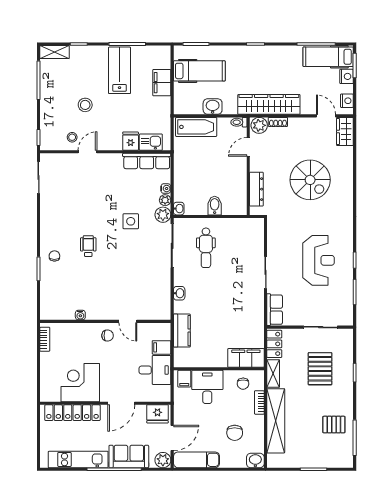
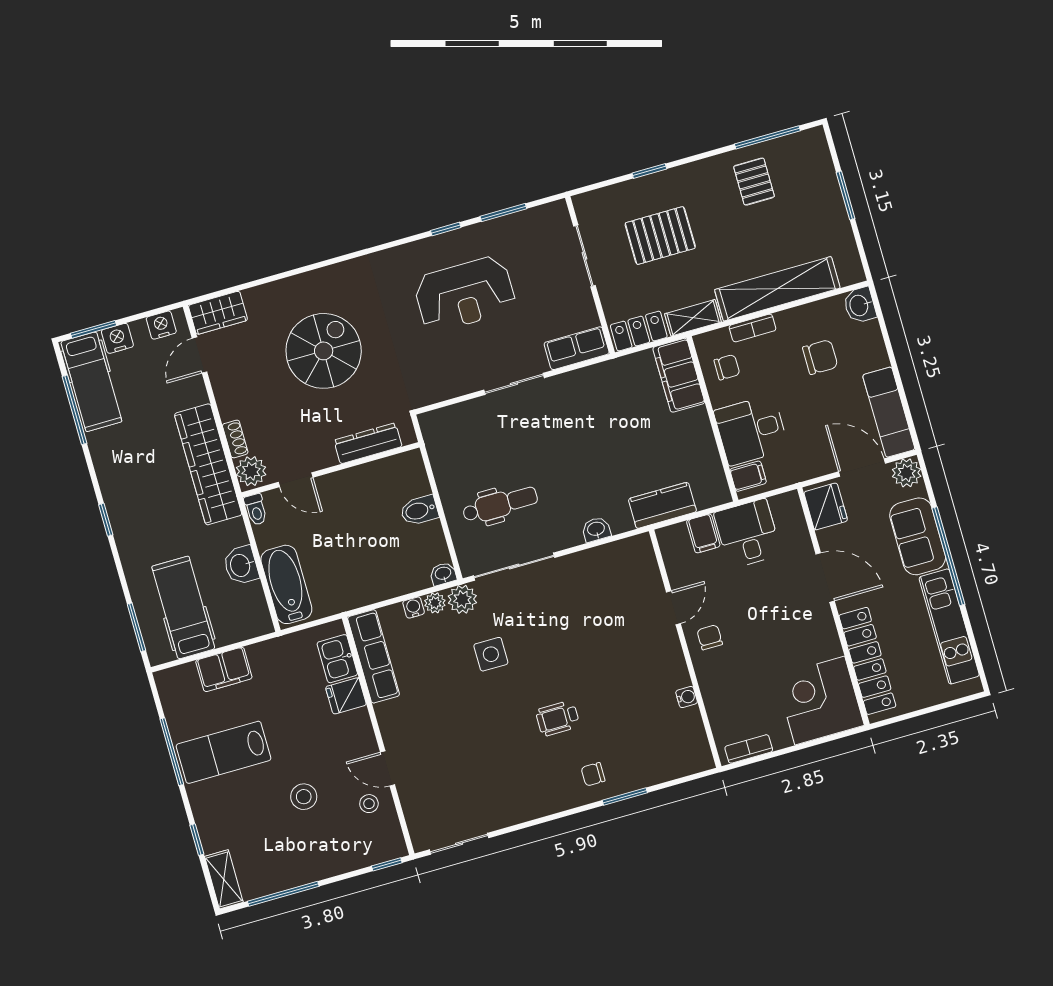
reception desk: (319, 260) -> (465, 294), turned 180
corner desk: (80, 383) -> (820, 701), moved, turned 90

